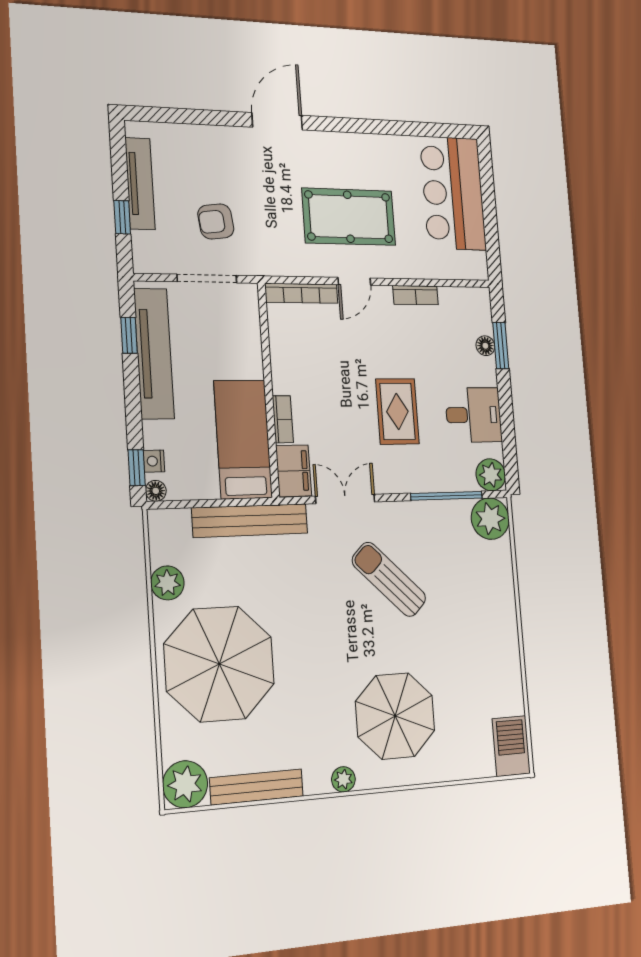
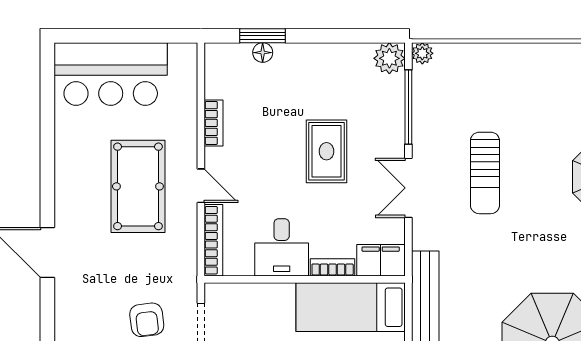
rug: (397, 411) -> (326, 151), turned 90
desk: (474, 415) -> (282, 247), moved, turned 180
double door: (345, 499) -> (408, 188), moved
plant: (490, 519) -> (422, 53), width x0.53, depth x0.53
sun lounger: (389, 579) -> (485, 173), turned -45

